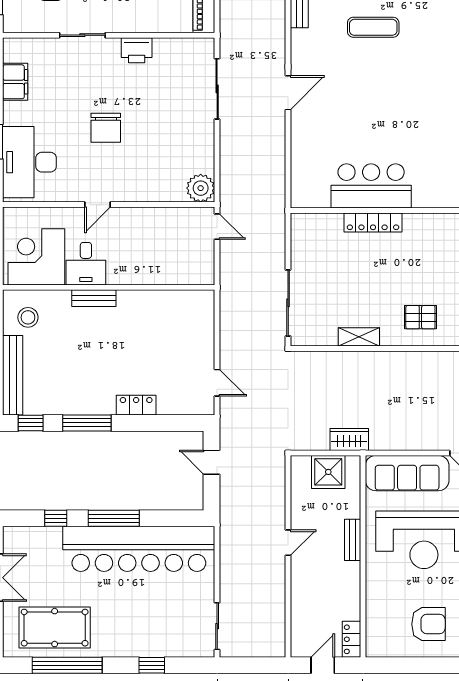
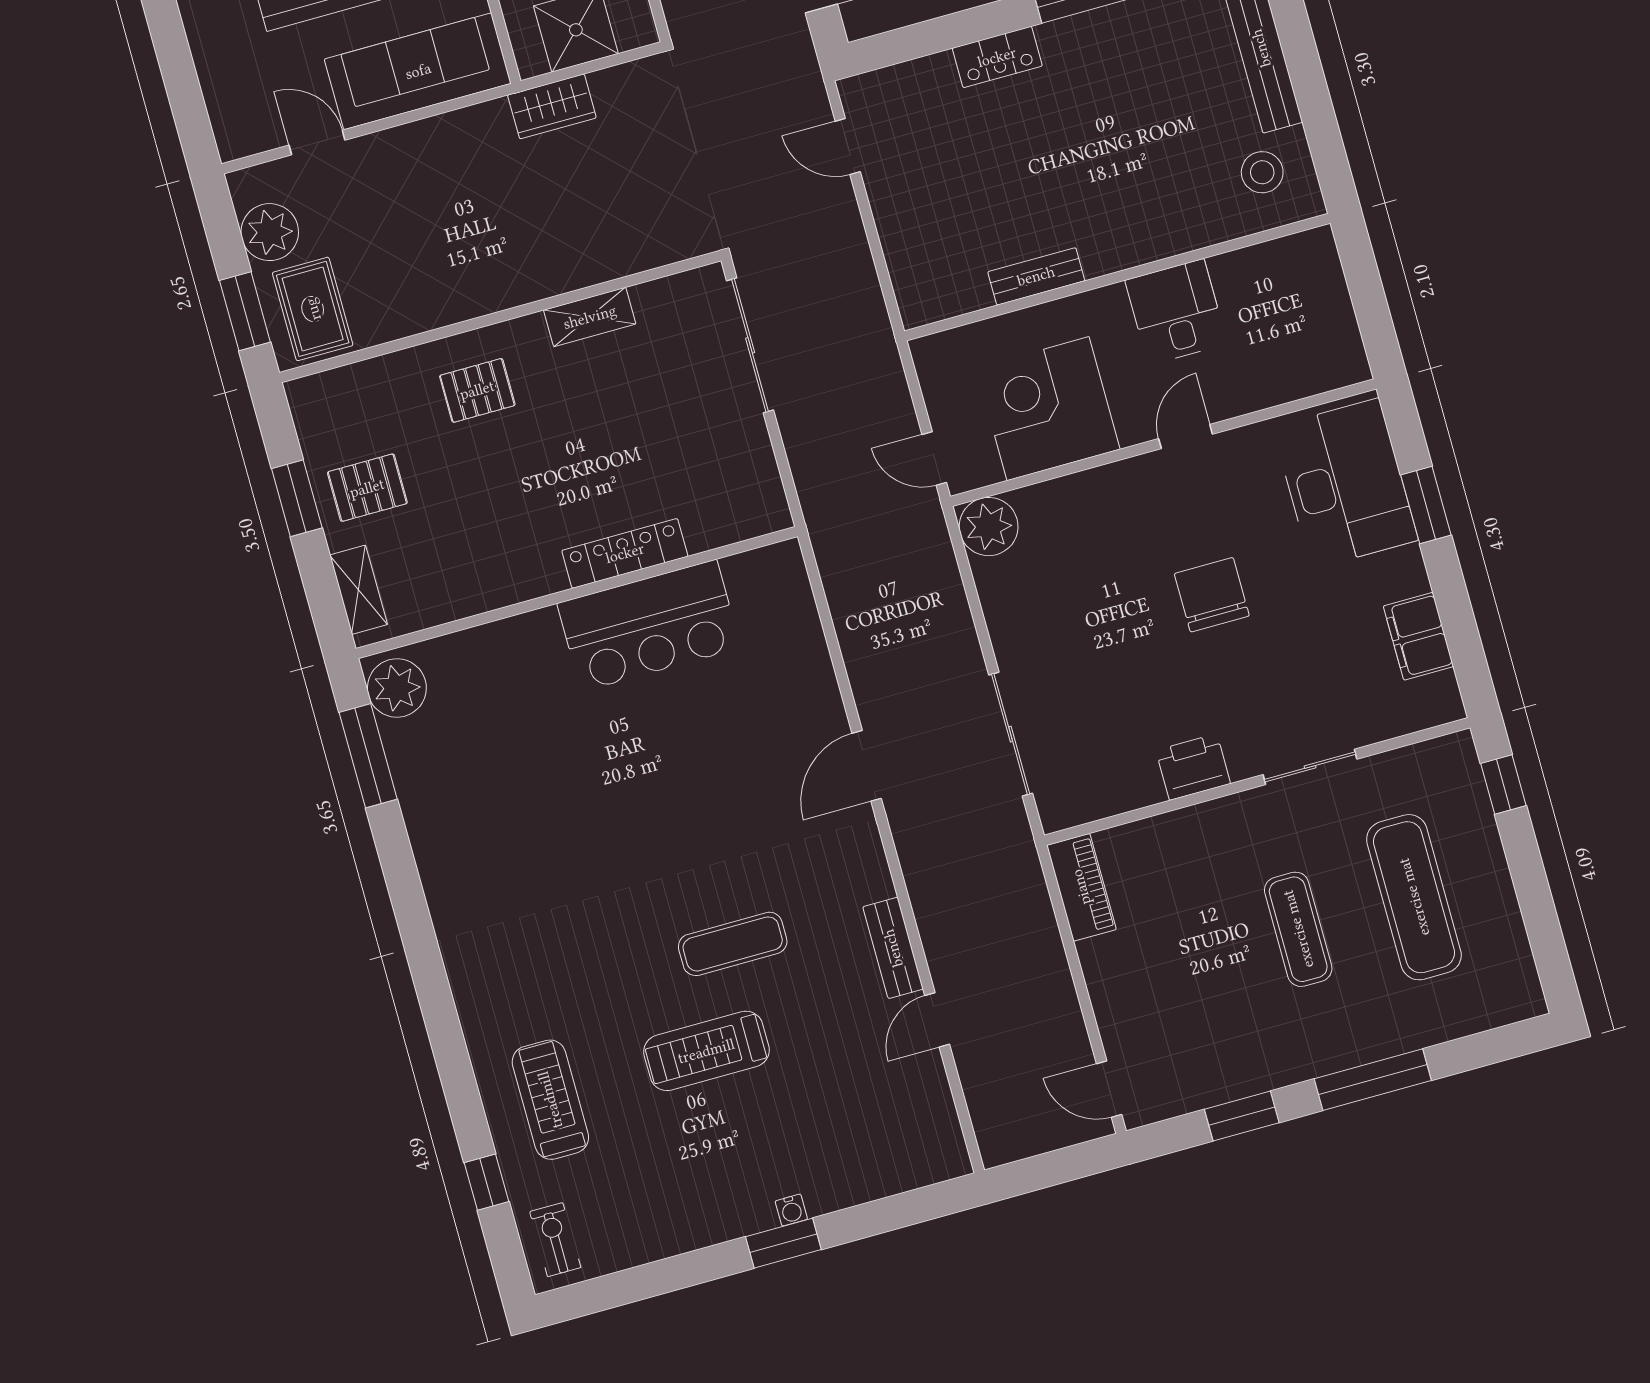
corner desk: (36, 257) -> (1048, 409), moved, turned 180
bench: (94, 298) -> (1036, 276), moved

